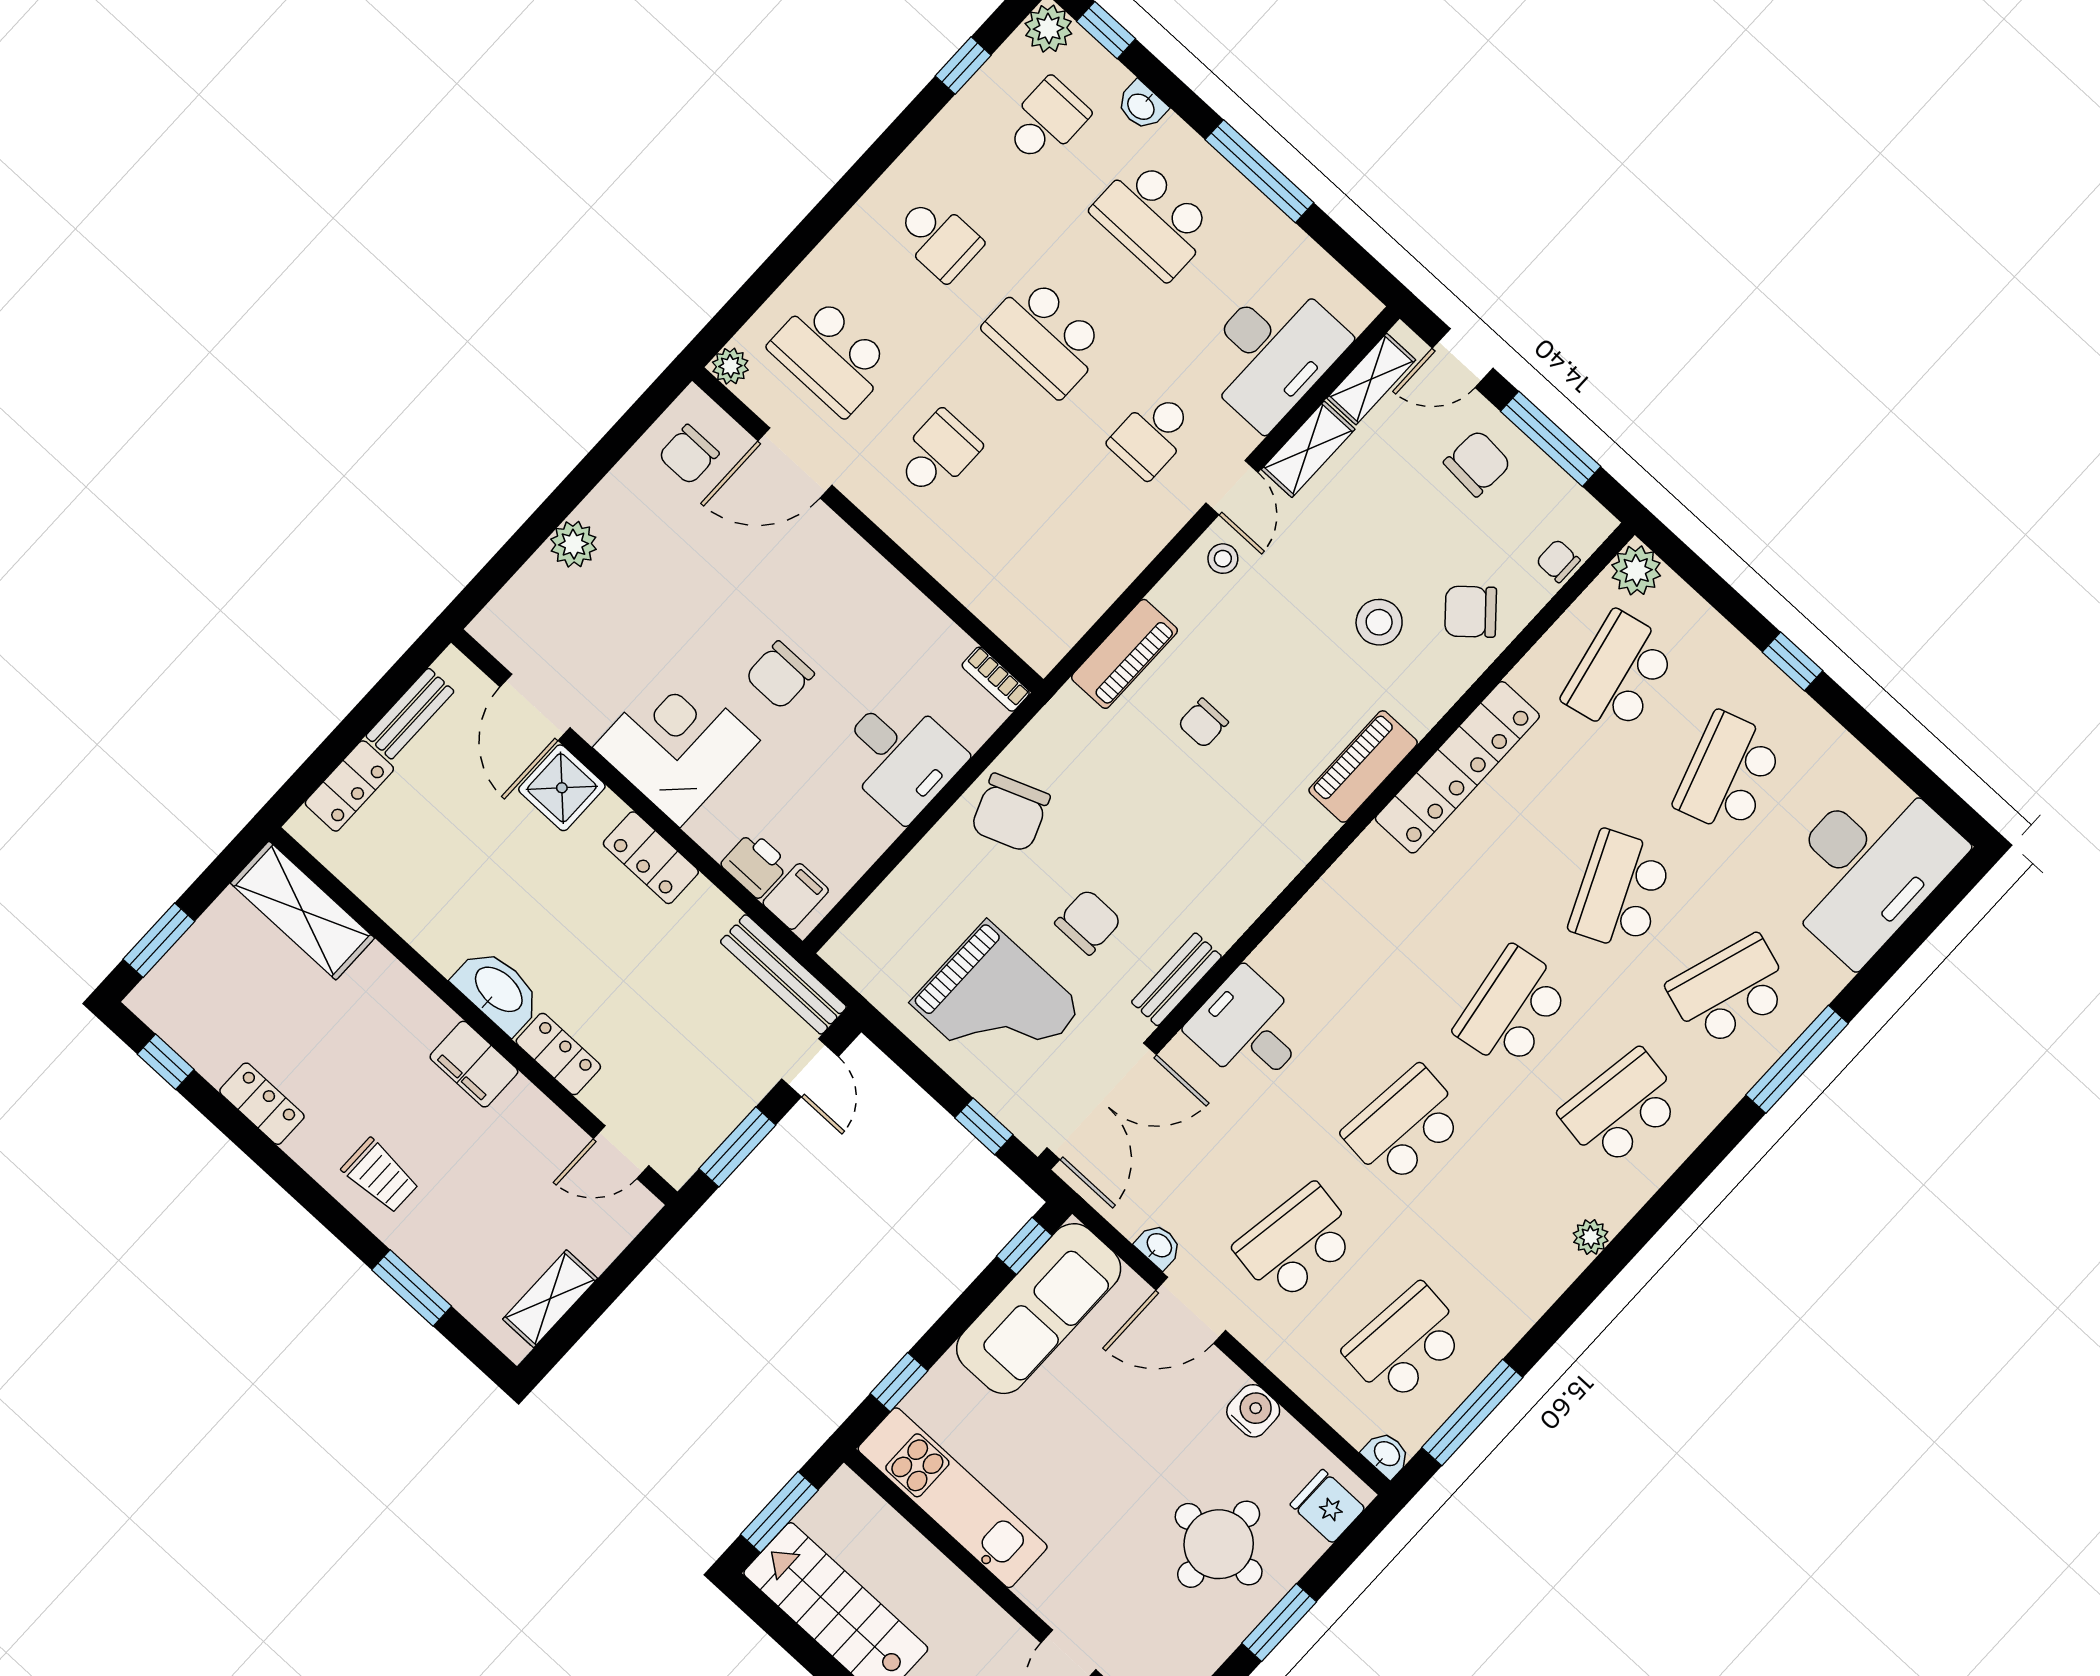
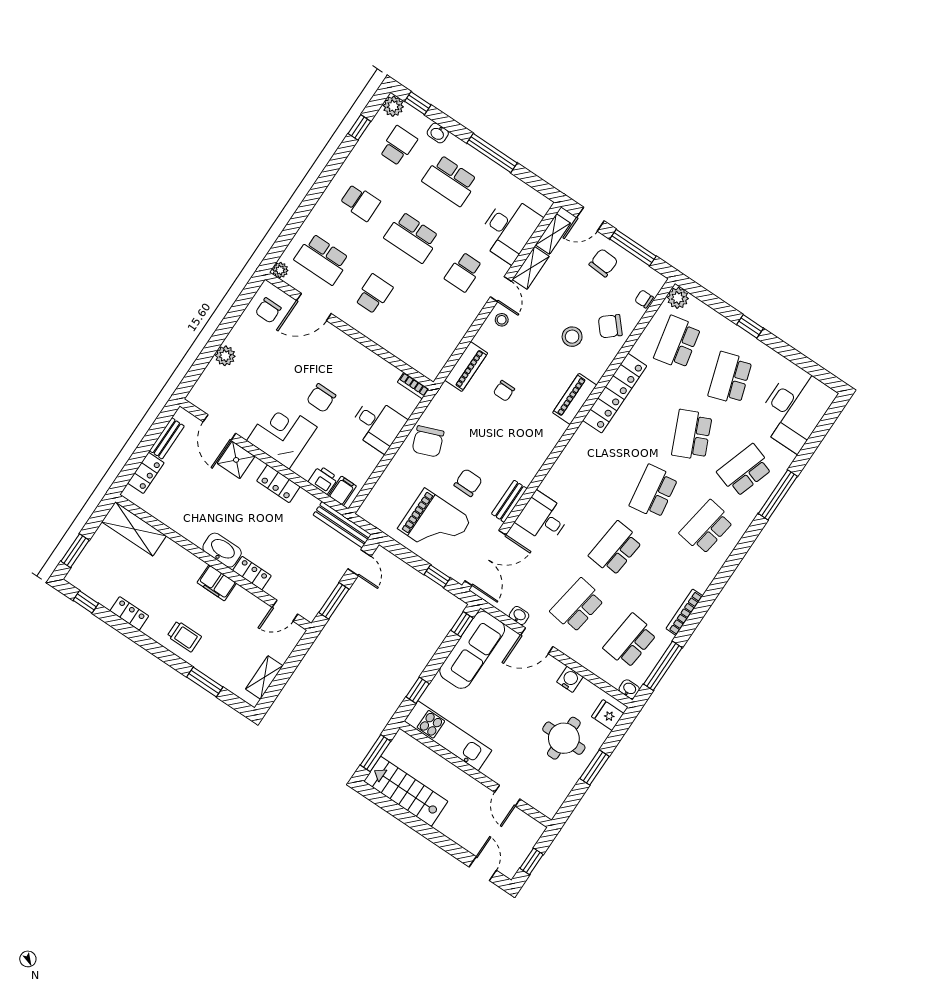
plant: (1591, 1237) -> (702, 584), removed
bookcase: (1541, 1297) -> (684, 612), added

